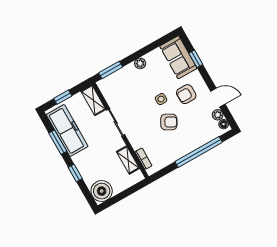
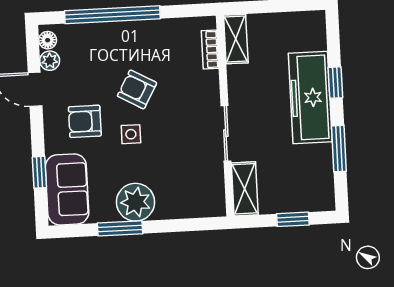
plant: (140, 63) -> (136, 202), width x1.88, depth x1.88
window: (111, 70) -> (120, 228), moved
armchair: (186, 94) -> (85, 121), turned 180
freezer: (67, 130) -> (310, 98), moved
shelving: (128, 160) -> (236, 39), moved
boiler: (102, 191) -> (307, 31), removed

